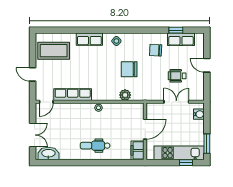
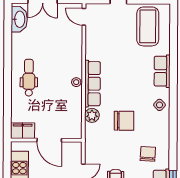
chair: (129, 69) -> (124, 121), turned 90
row of seats: (73, 95) -> (93, 84), moved

